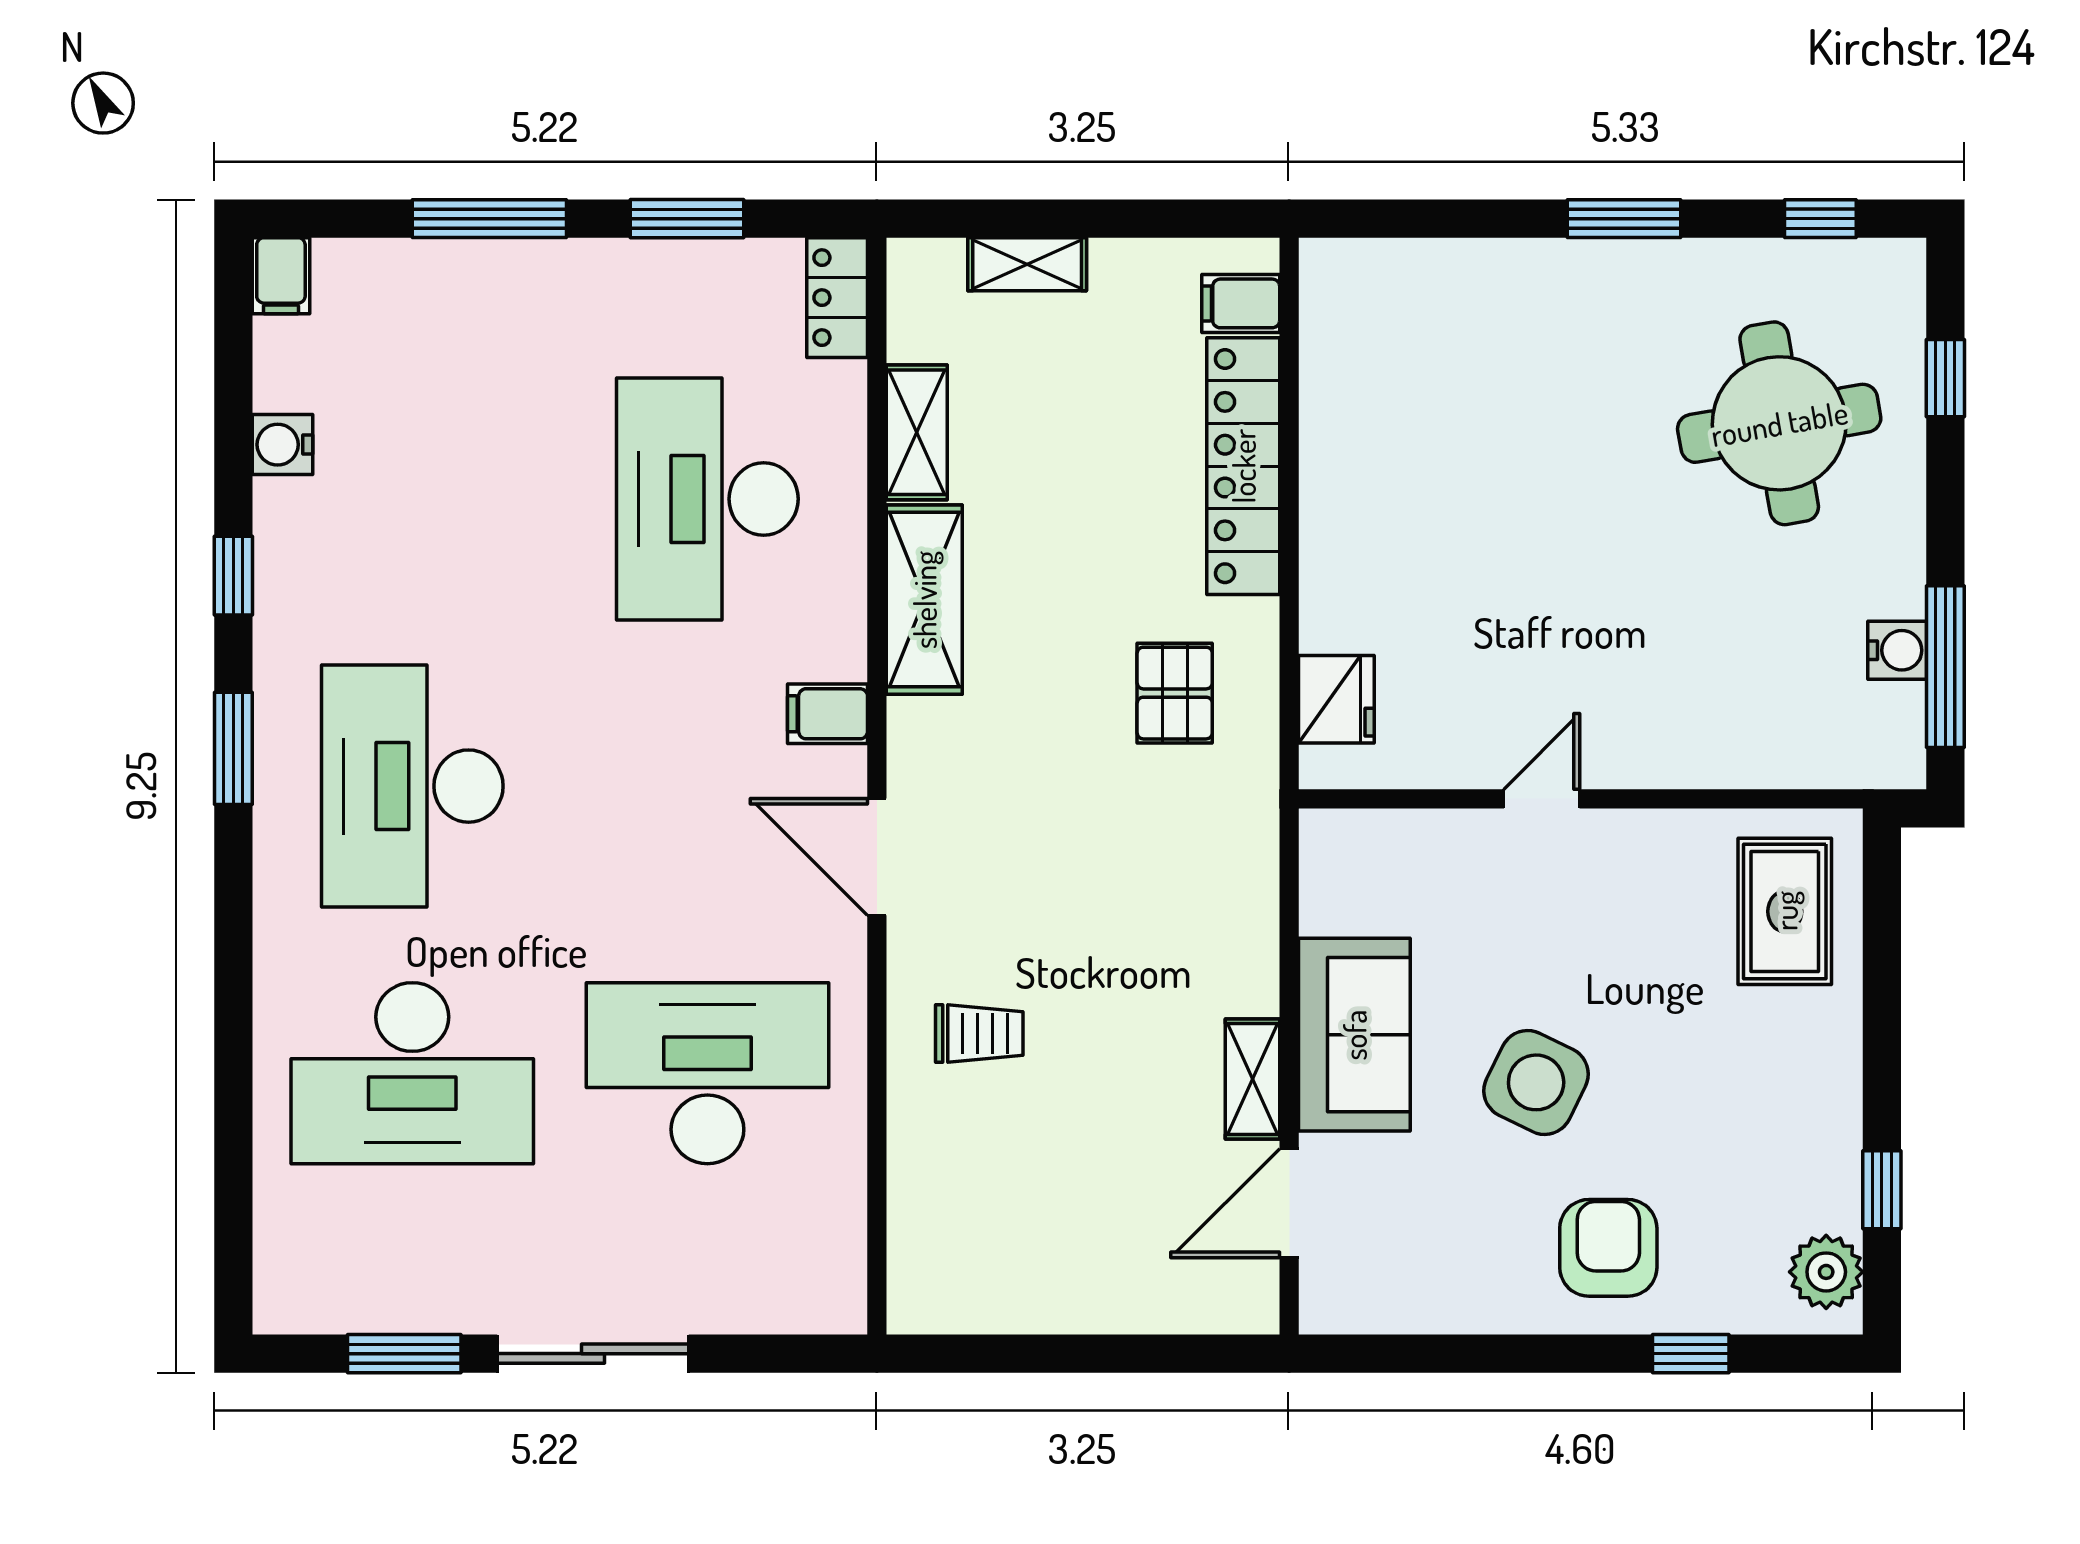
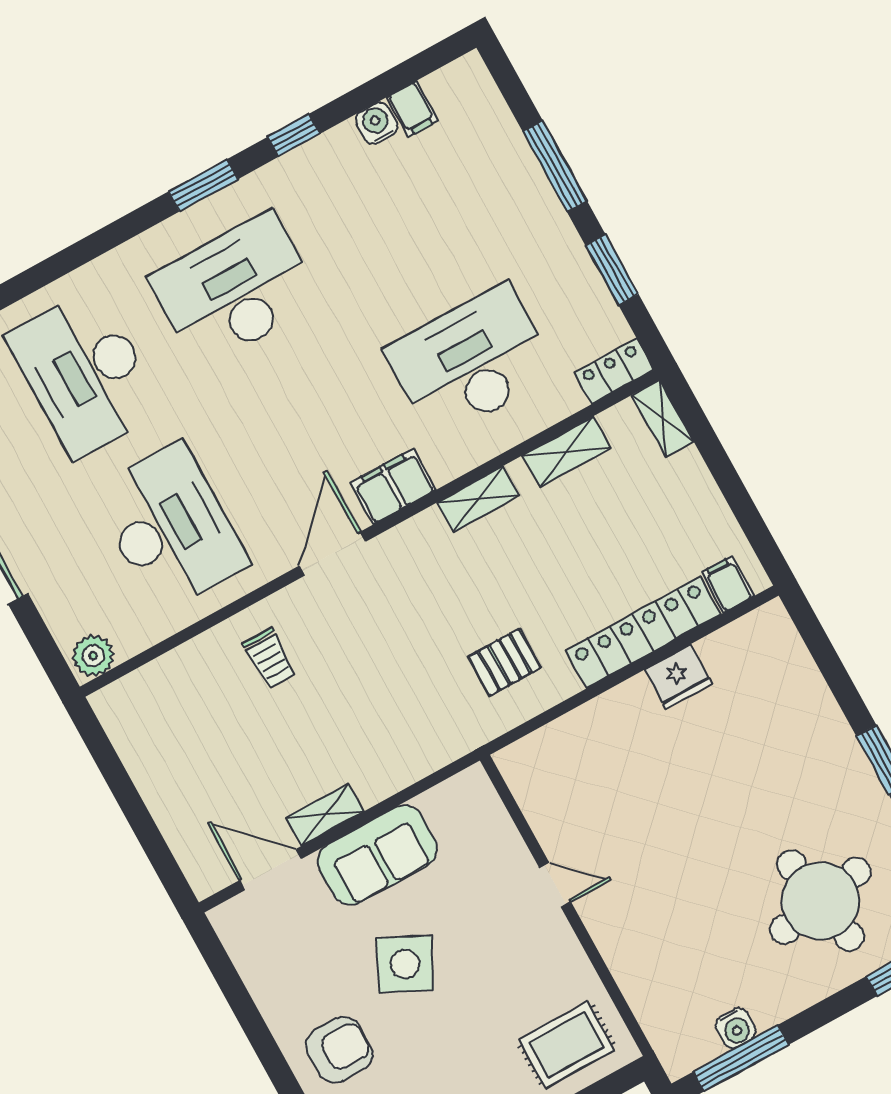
shelving: (1027, 264) -> (663, 418), moved
filing cabinet: (281, 276) -> (412, 109), moved, turned -90
shelving: (924, 600) -> (478, 499), width x0.67, depth x0.75
fridge: (1336, 699) -> (678, 677), moved
filing cabinet: (827, 714) -> (393, 486), width x2.00
plant: (833, 1290) -> (93, 656), added

